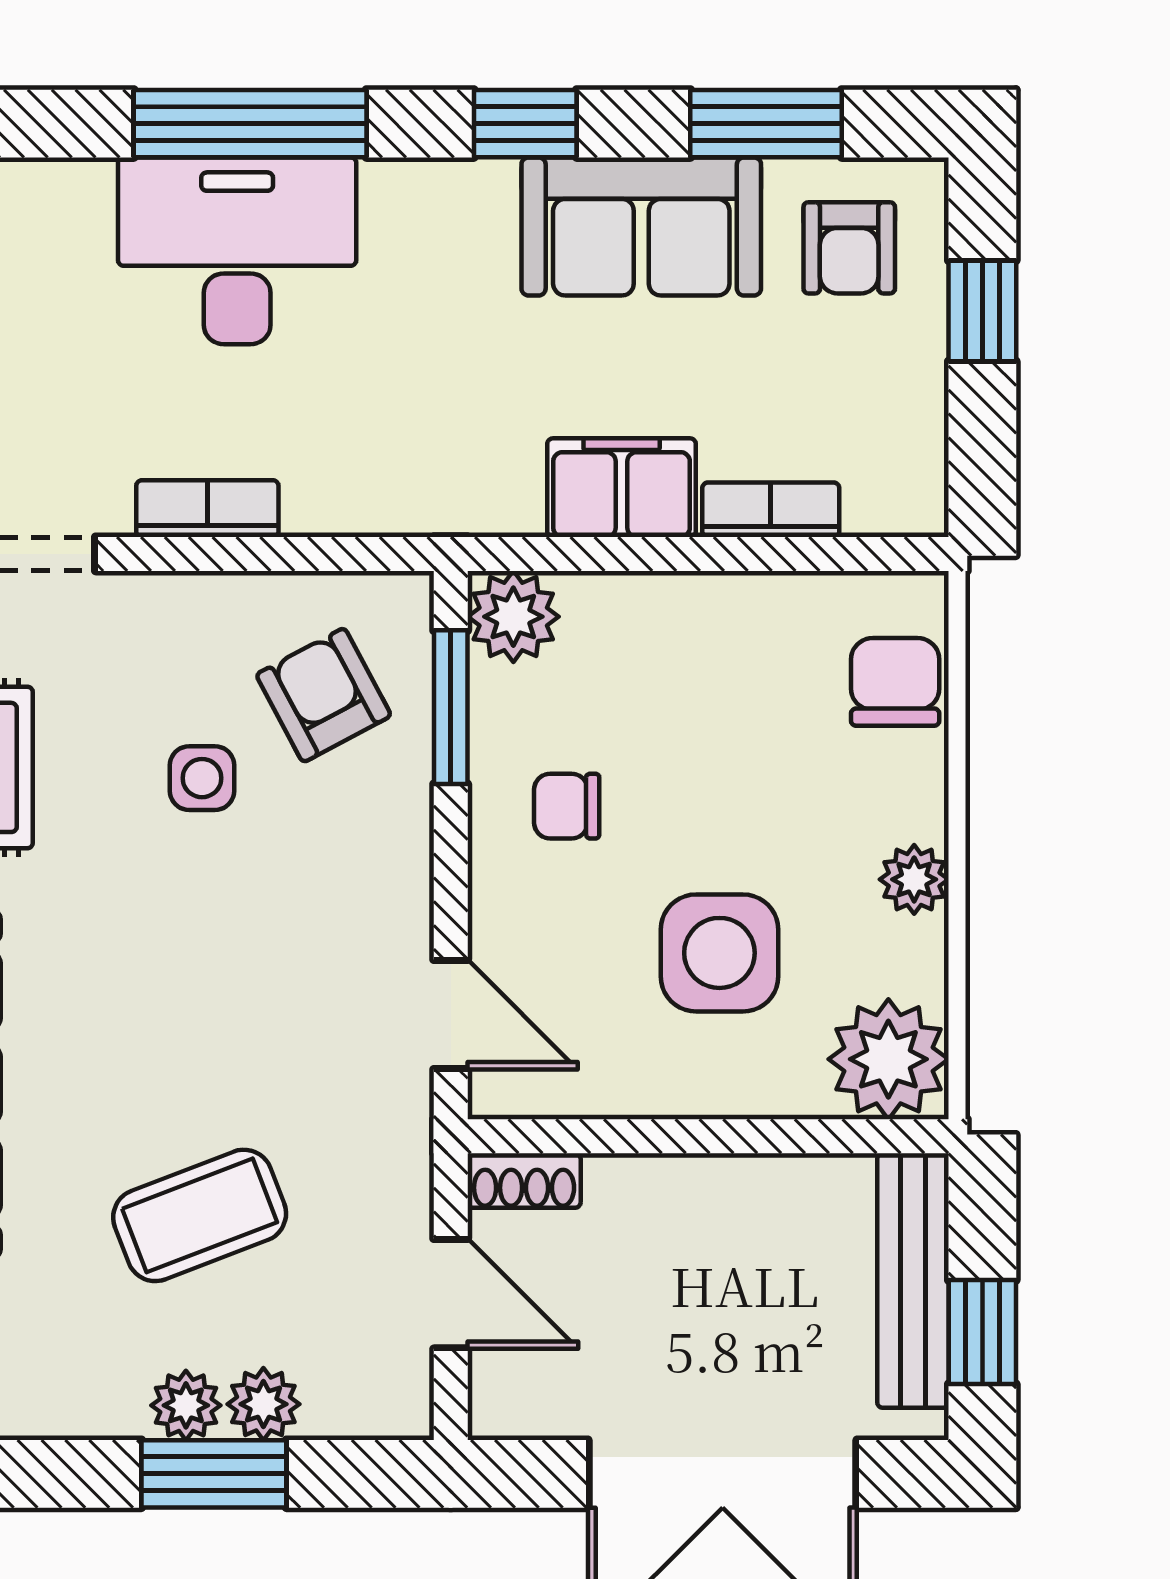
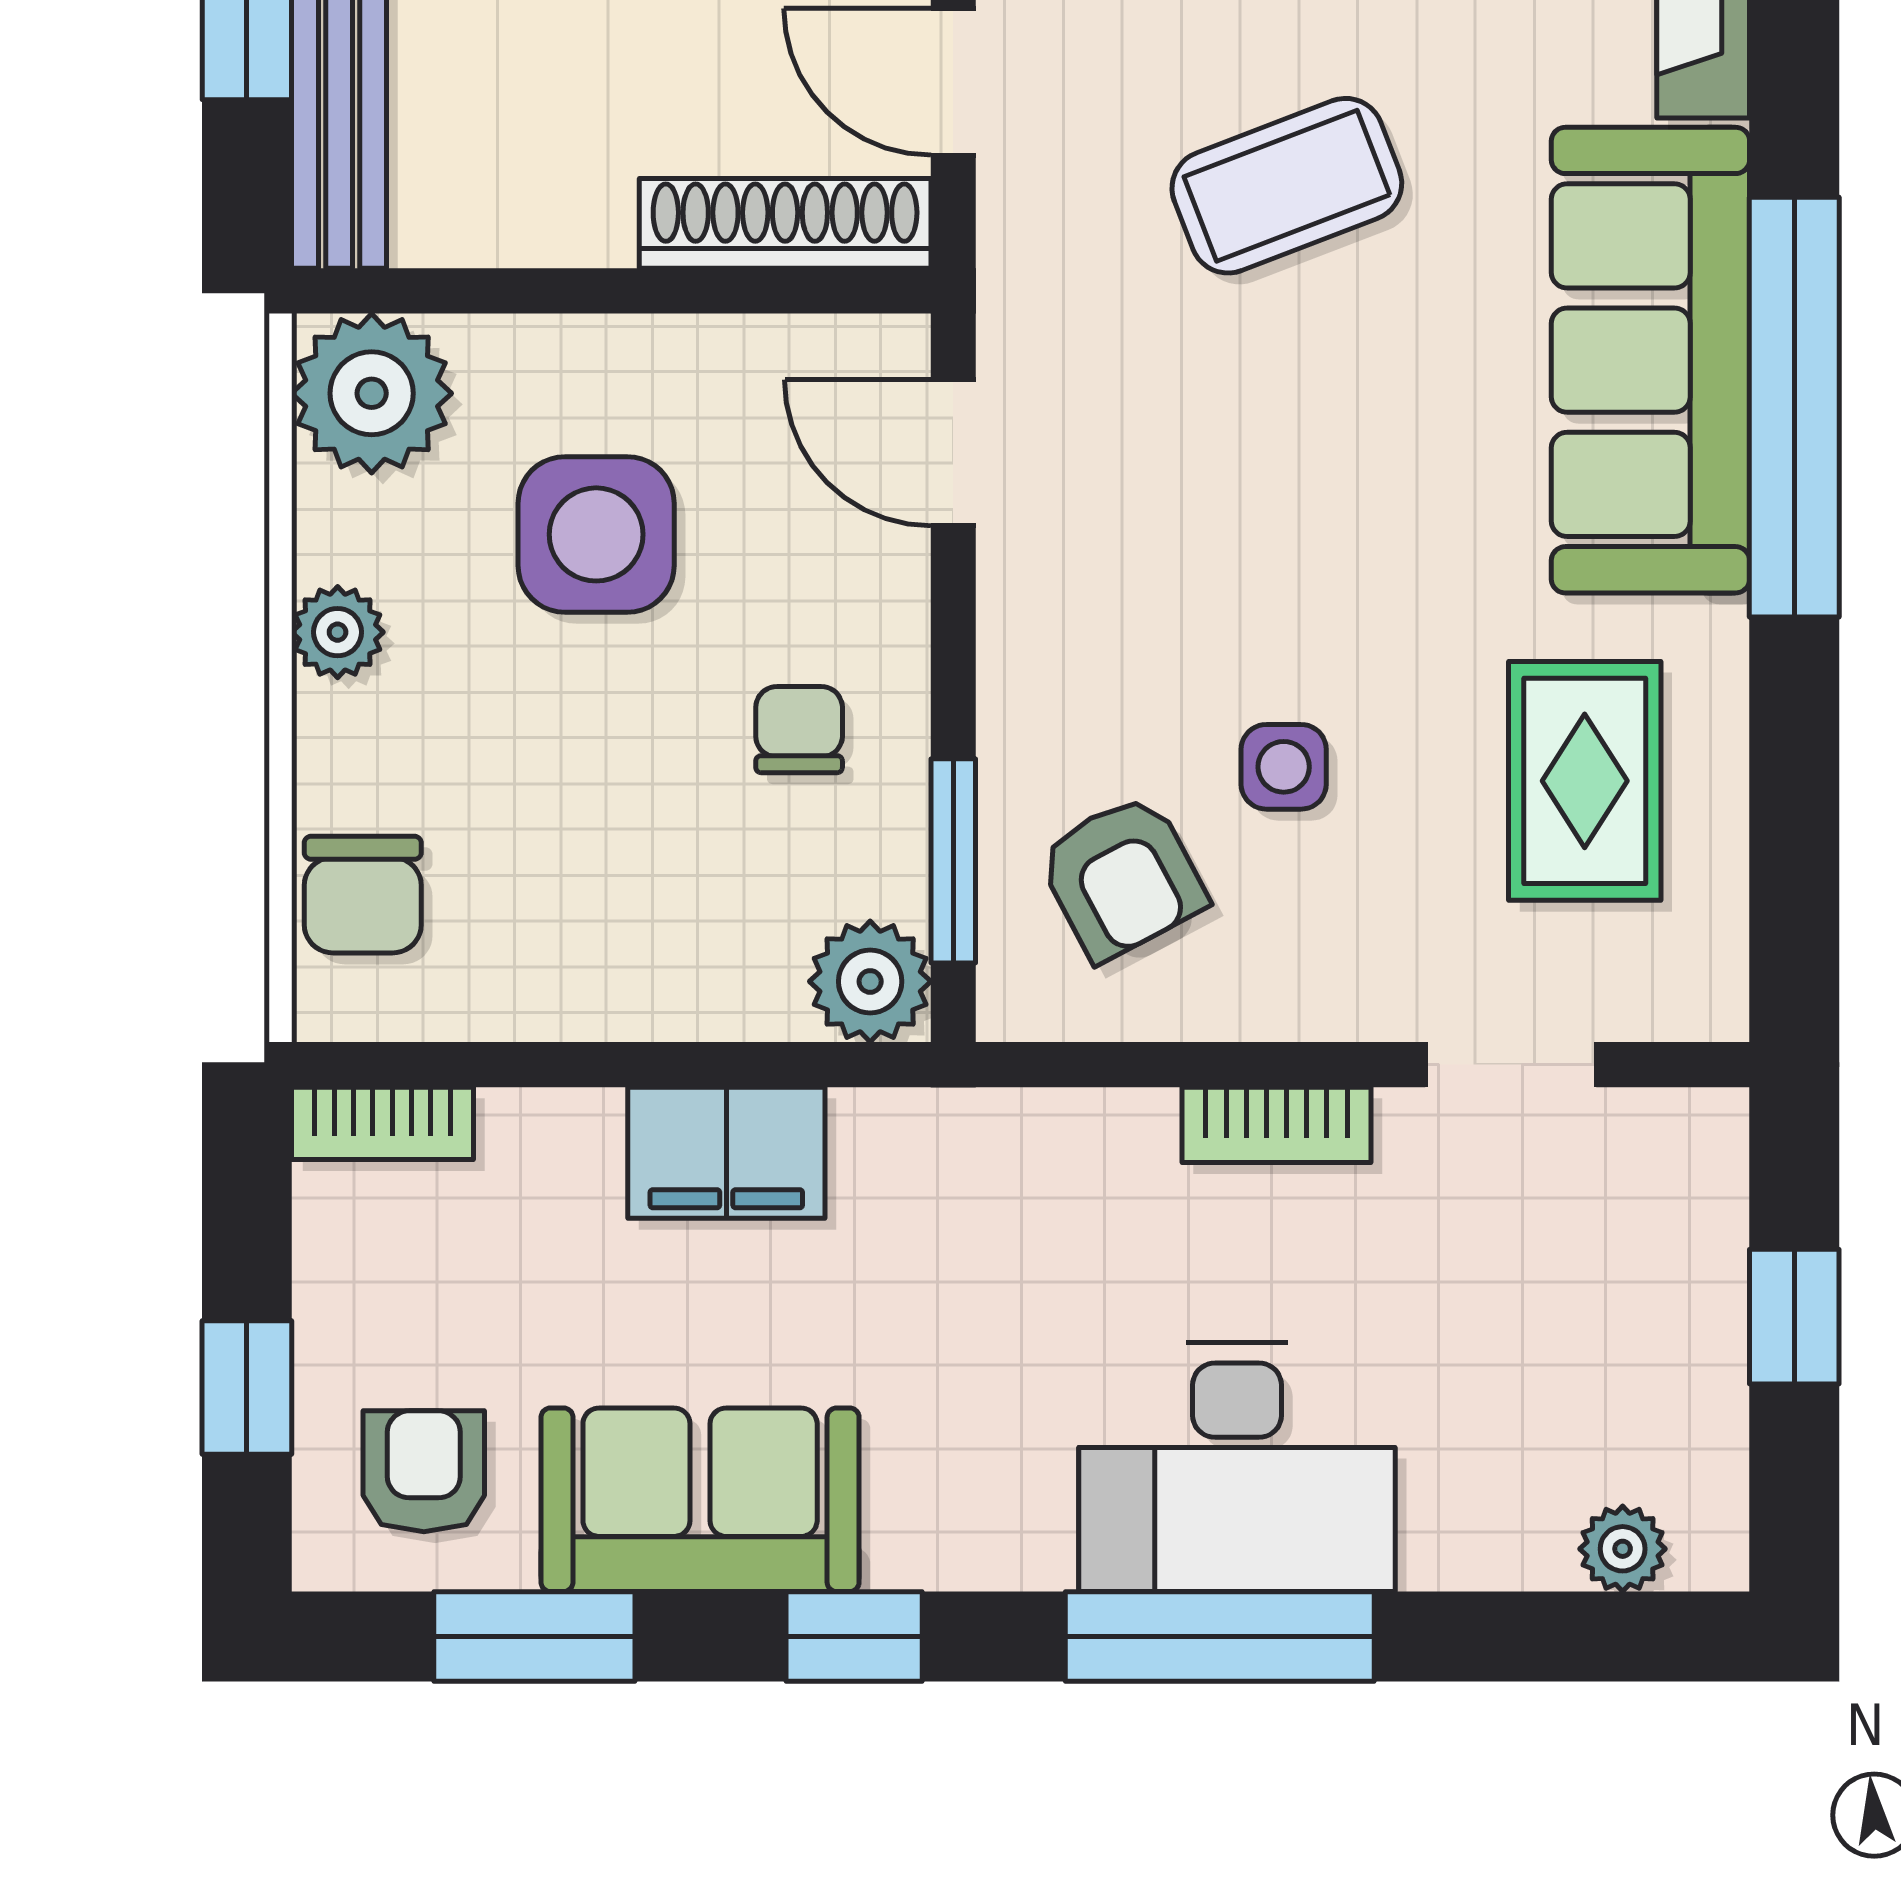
bookcase: (771, 510) -> (383, 1123), moved
chair: (567, 806) -> (799, 730), turned -90
shoe rack: (524, 1181) -> (785, 223), width x1.94, depth x1.24

